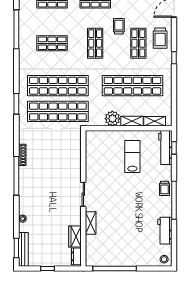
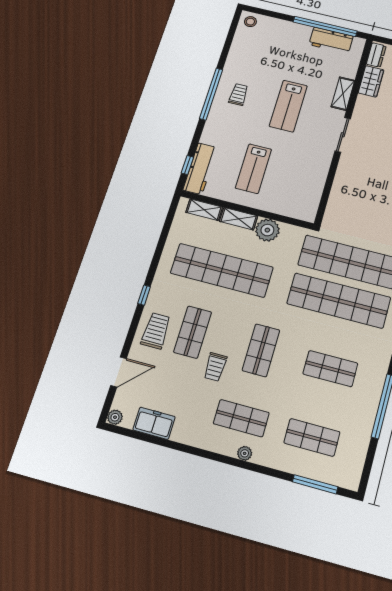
trolley: (164, 188) -> (239, 94), moved
lab bench: (123, 205) -> (288, 106), added
workbench: (165, 231) -> (331, 40), moved, turned 90

